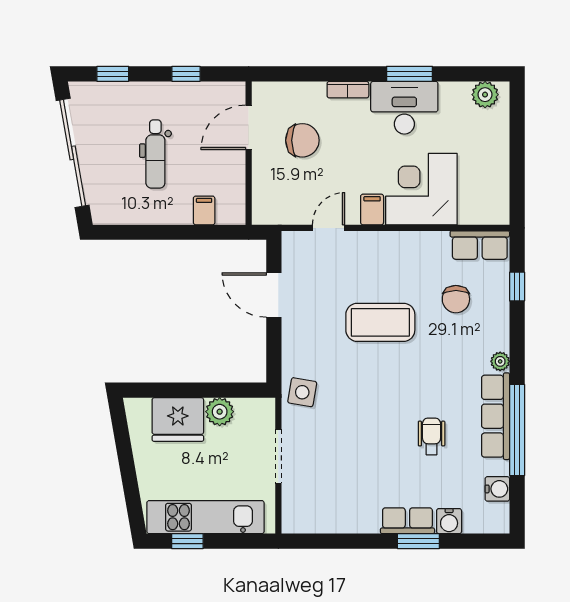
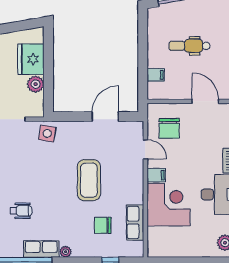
chair: (302, 140) -> (169, 128), moved
row of seats: (480, 245) -> (135, 223), moved
row of seats: (496, 416) -> (41, 249), width x0.68

